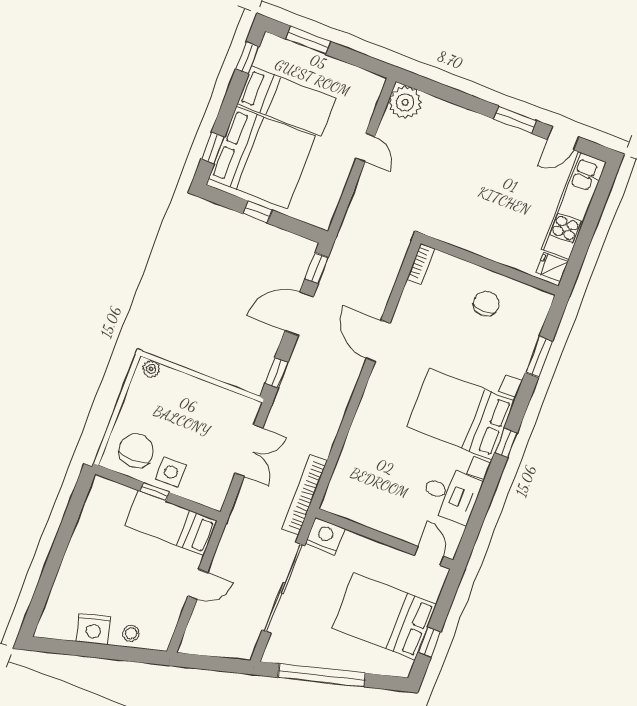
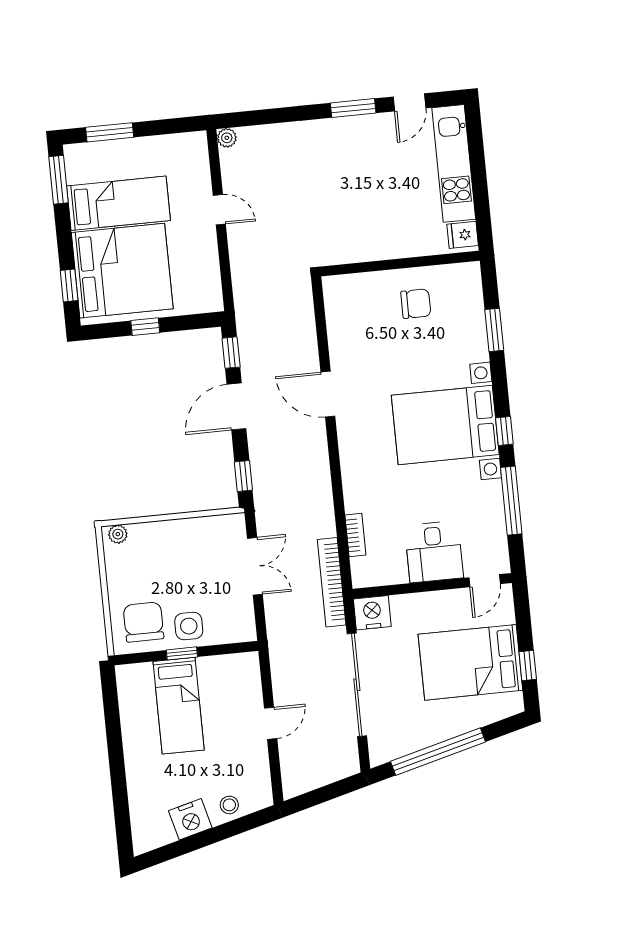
window: (247, 58) -> (59, 180), width x1.50
plant: (405, 102) -> (227, 138), width x0.53, depth x0.53
bookcase: (421, 264) -> (355, 535), moved
chair: (486, 304) -> (416, 304), turned 90
desk: (451, 494) -> (434, 552), moved, turned 90
window: (483, 502) -> (511, 501), added
bed: (171, 523) -> (179, 706), moved, turned -90
door: (429, 556) -> (485, 581), swing flipped

